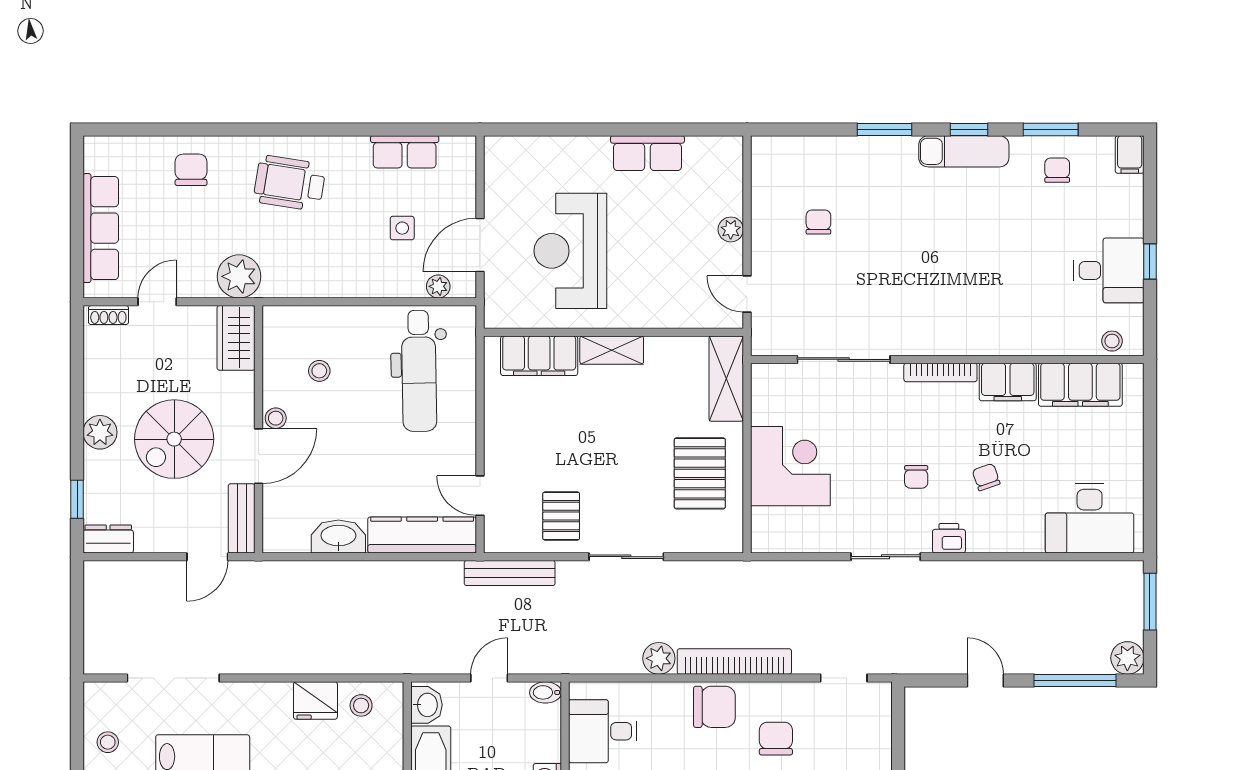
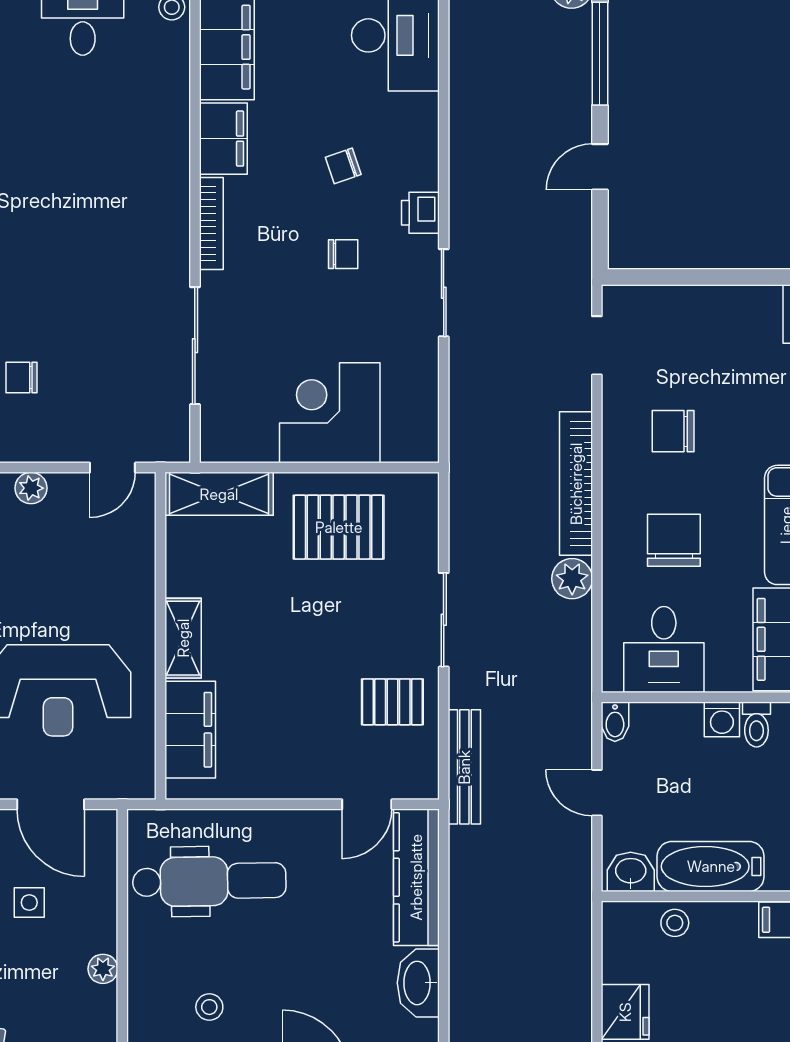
plant: (438, 286) -> (103, 969), moved
stool: (361, 705) -> (675, 923), moved
chair: (714, 707) -> (674, 540), moved

